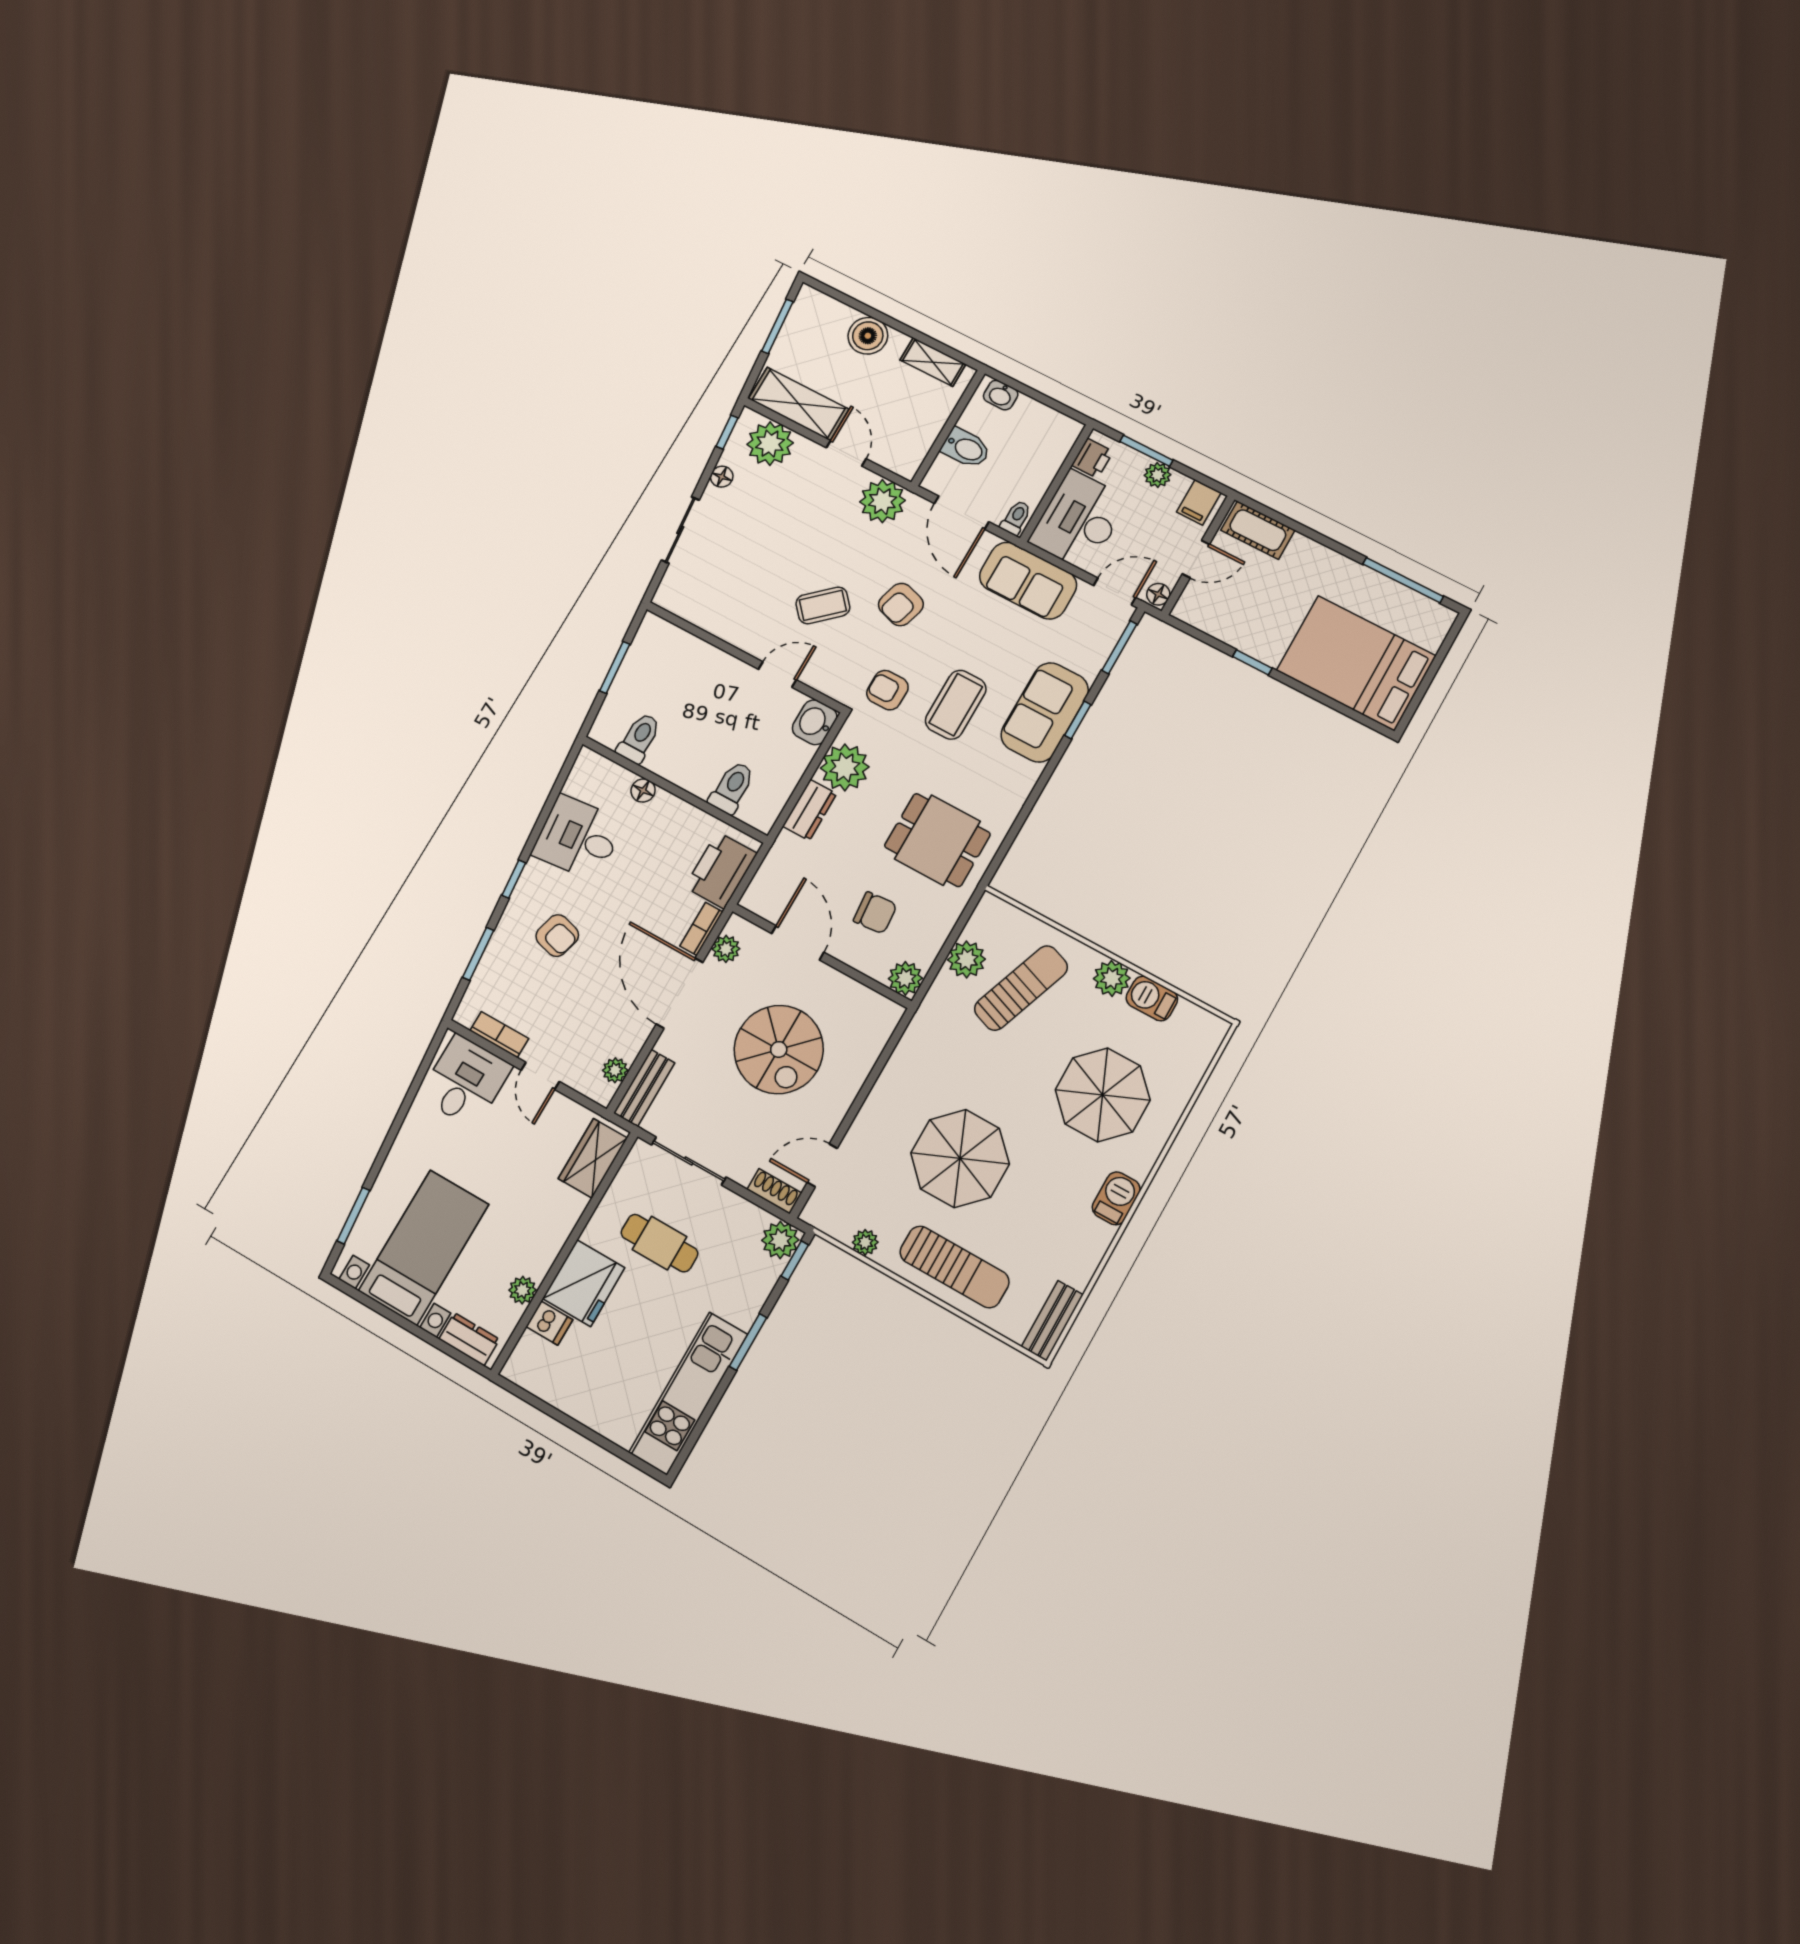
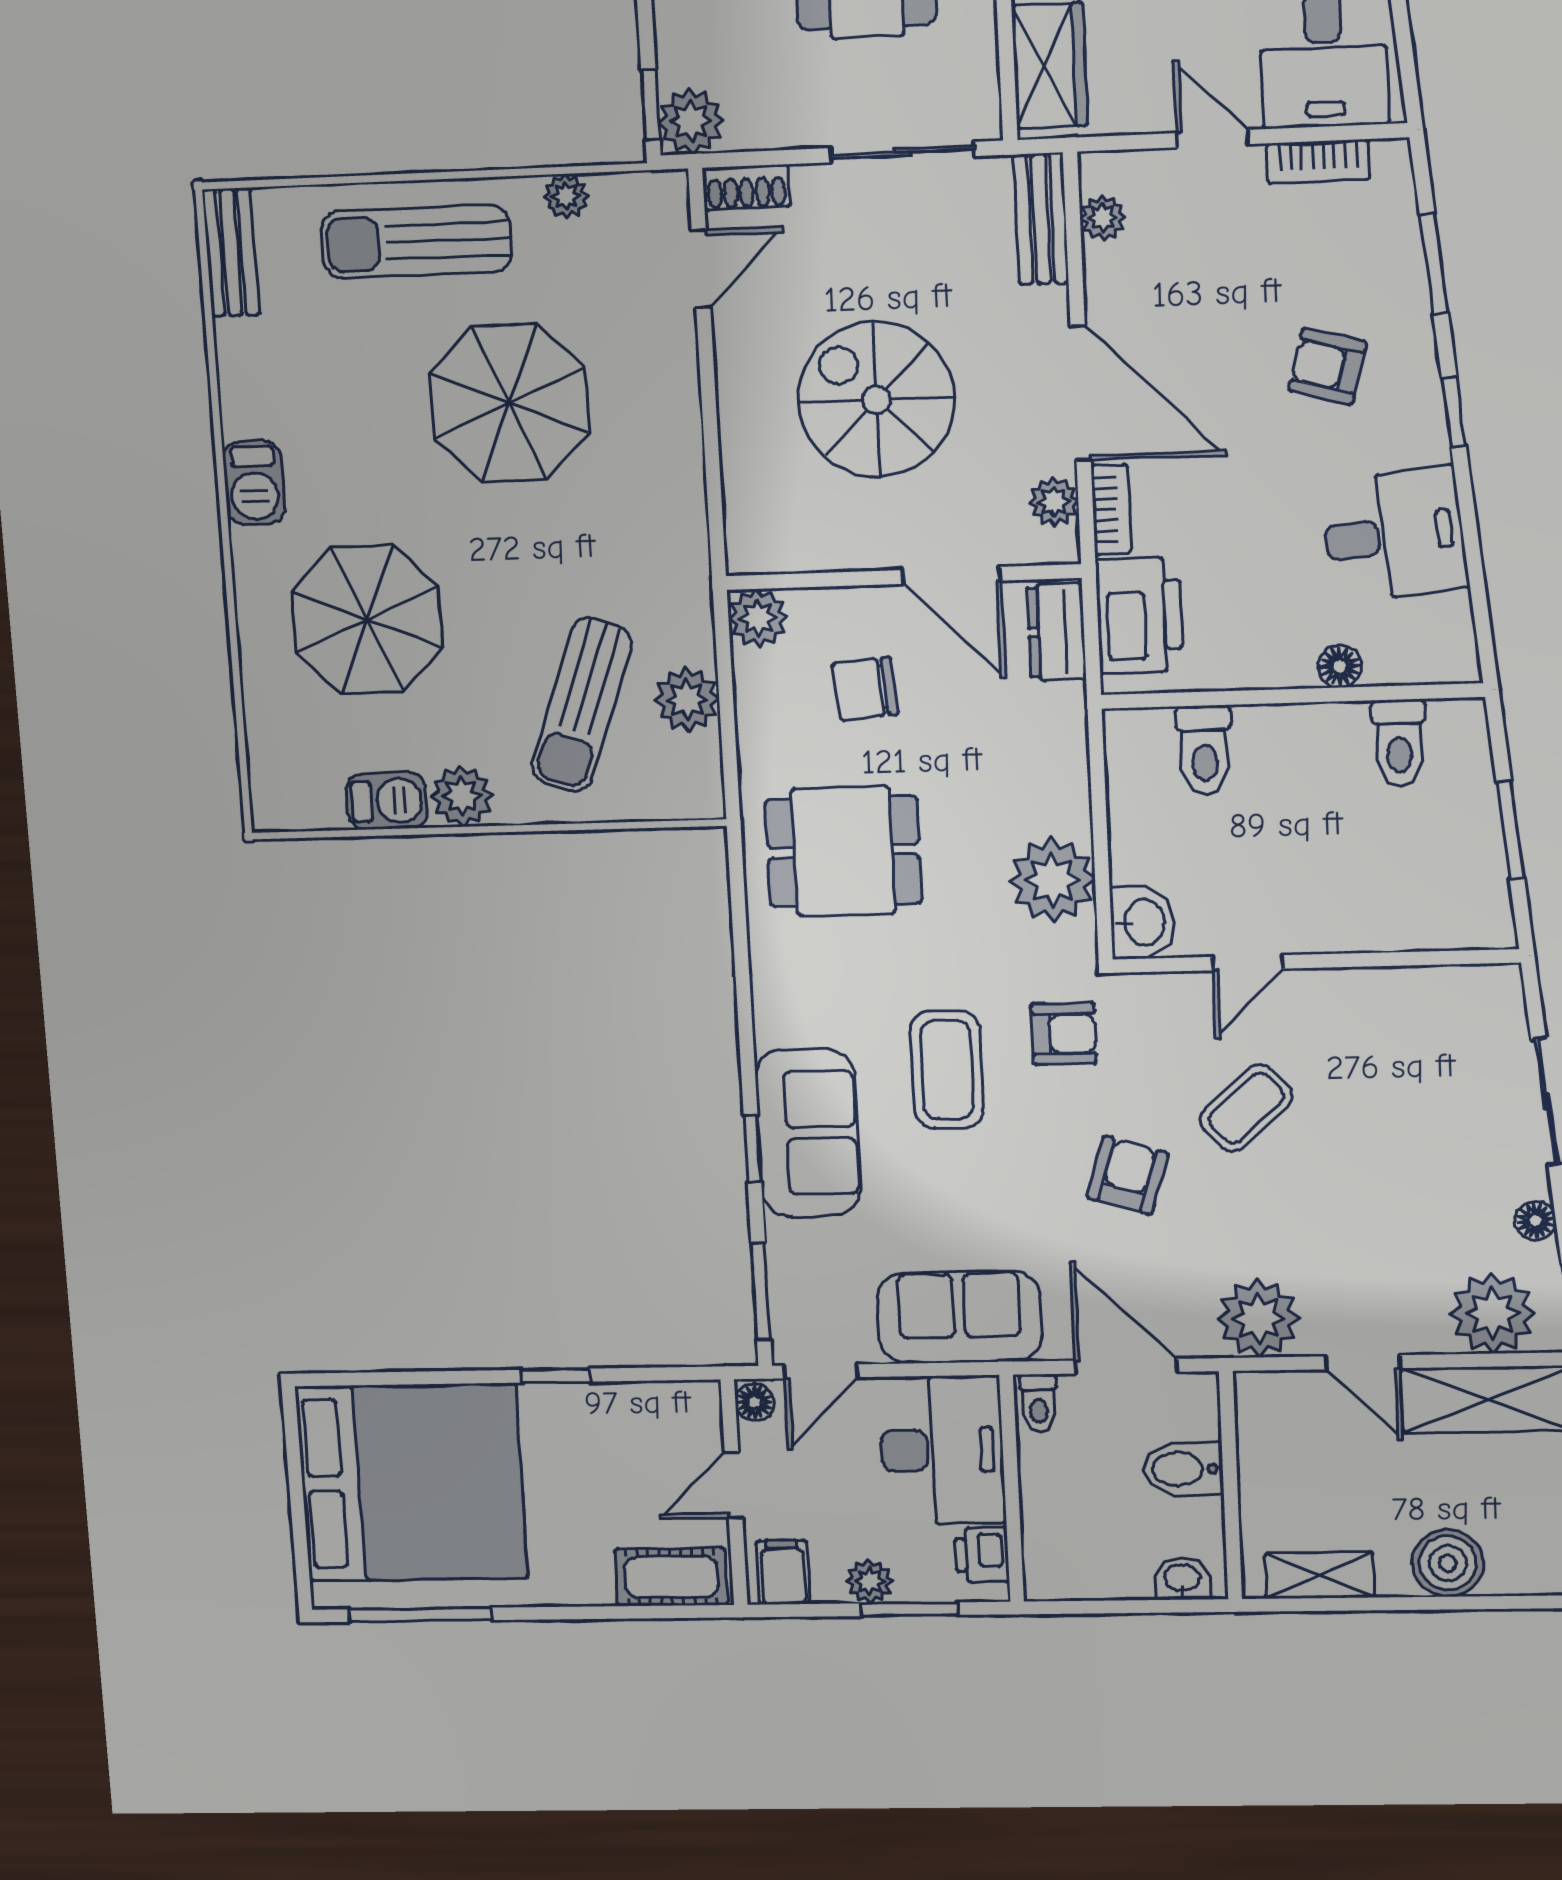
bed: (1356, 663) -> (411, 1482), width x1.36
dresser: (810, 810) -> (1057, 632), moved

